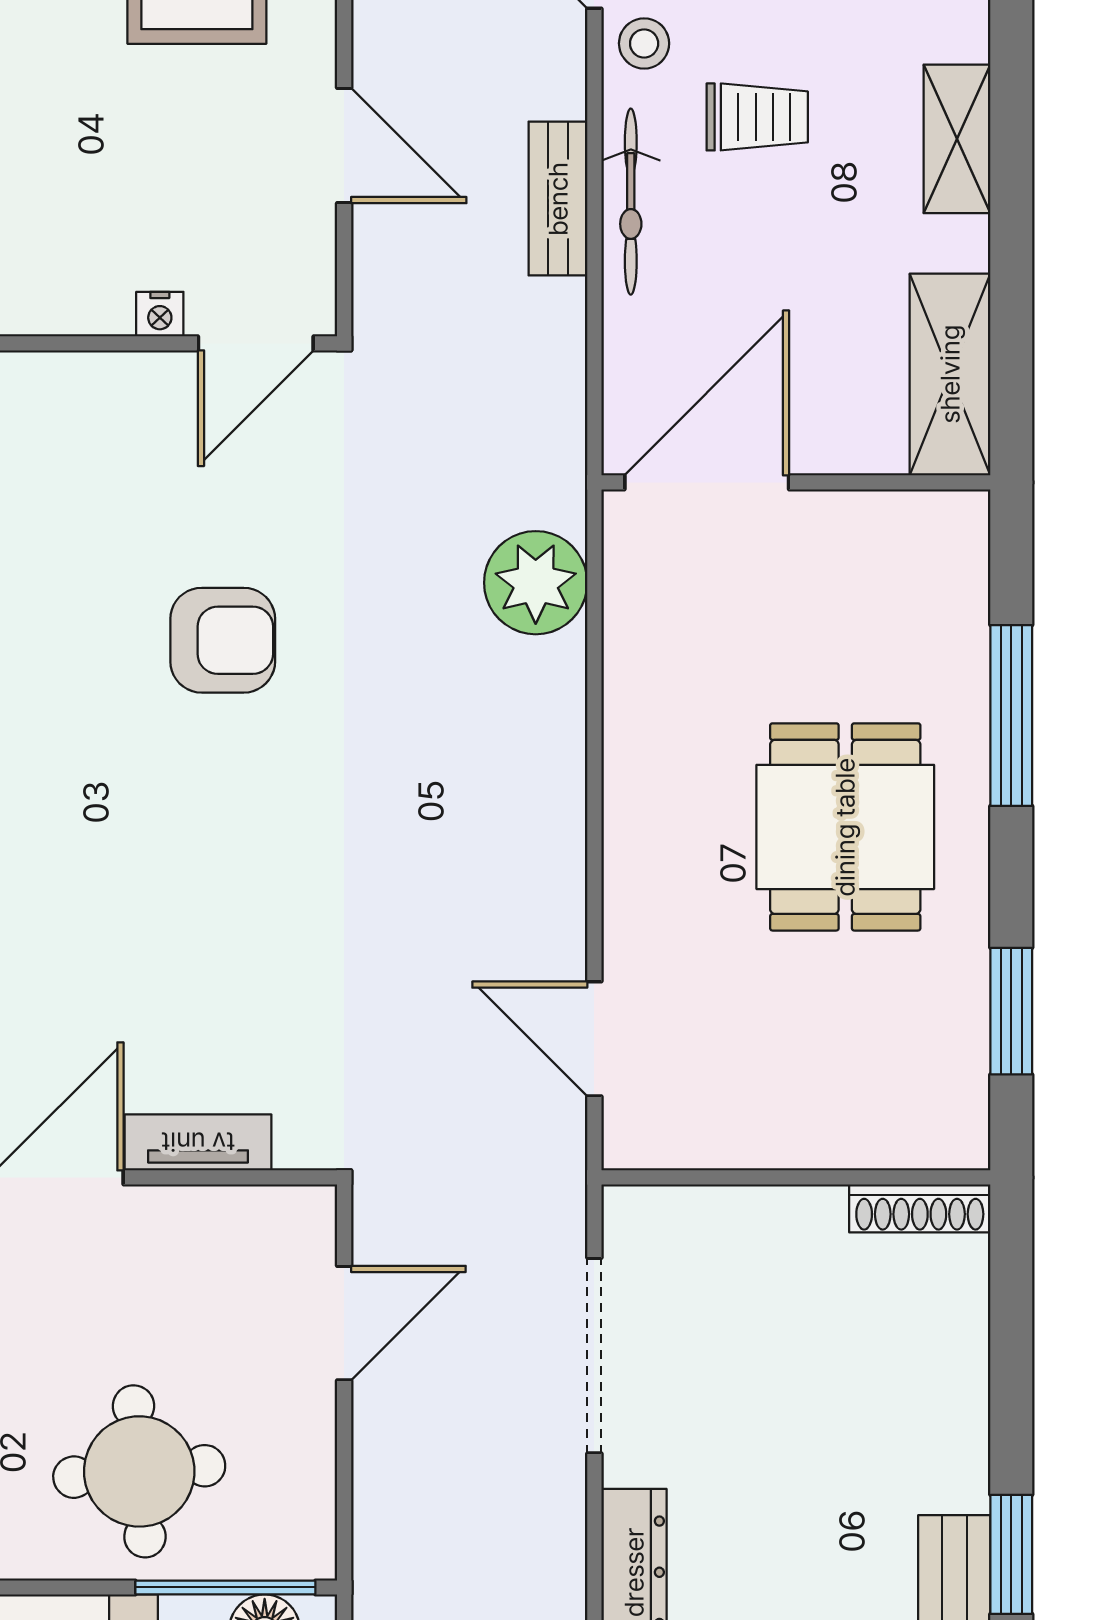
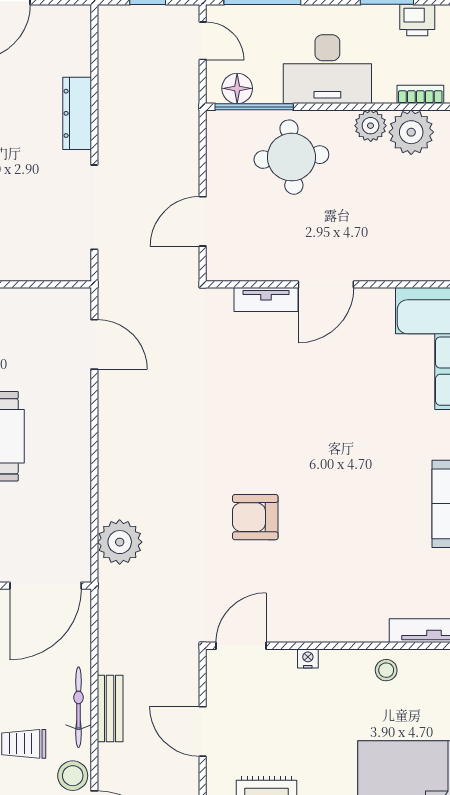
stool: (644, 43) -> (73, 776), width x1.37, depth x1.37
nightstand: (160, 314) -> (308, 658), moved

